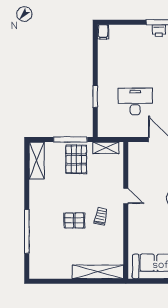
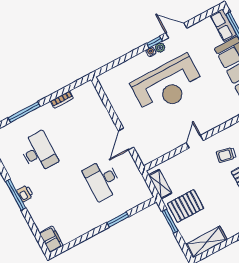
filing cabinet: (103, 32) -> (51, 239), width x2.00
window: (70, 140) -> (170, 221), width x0.69

